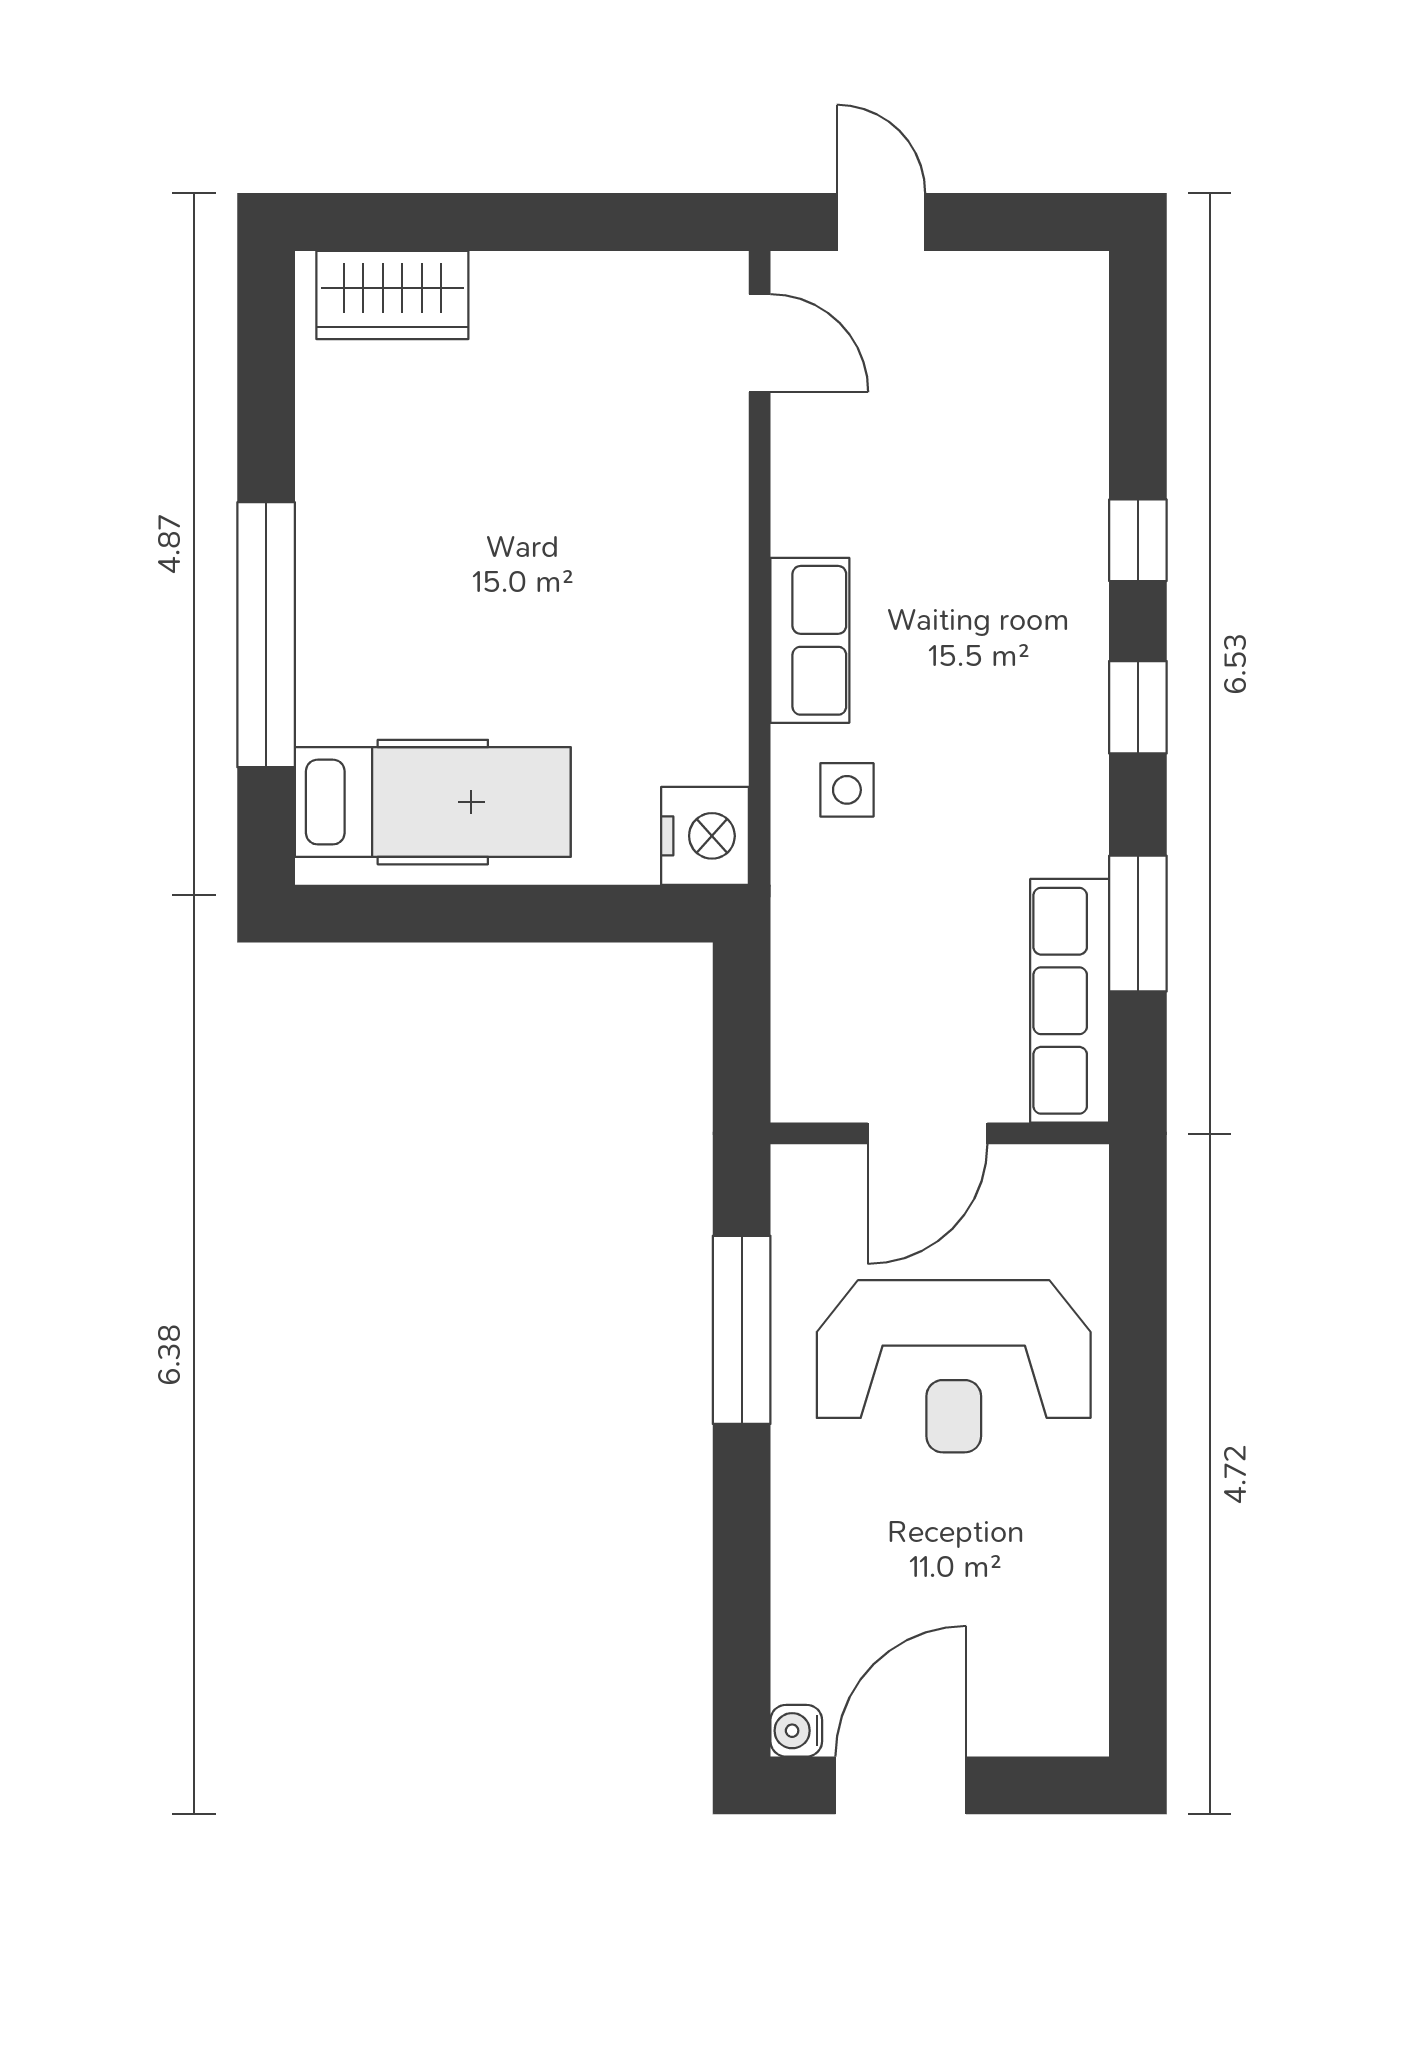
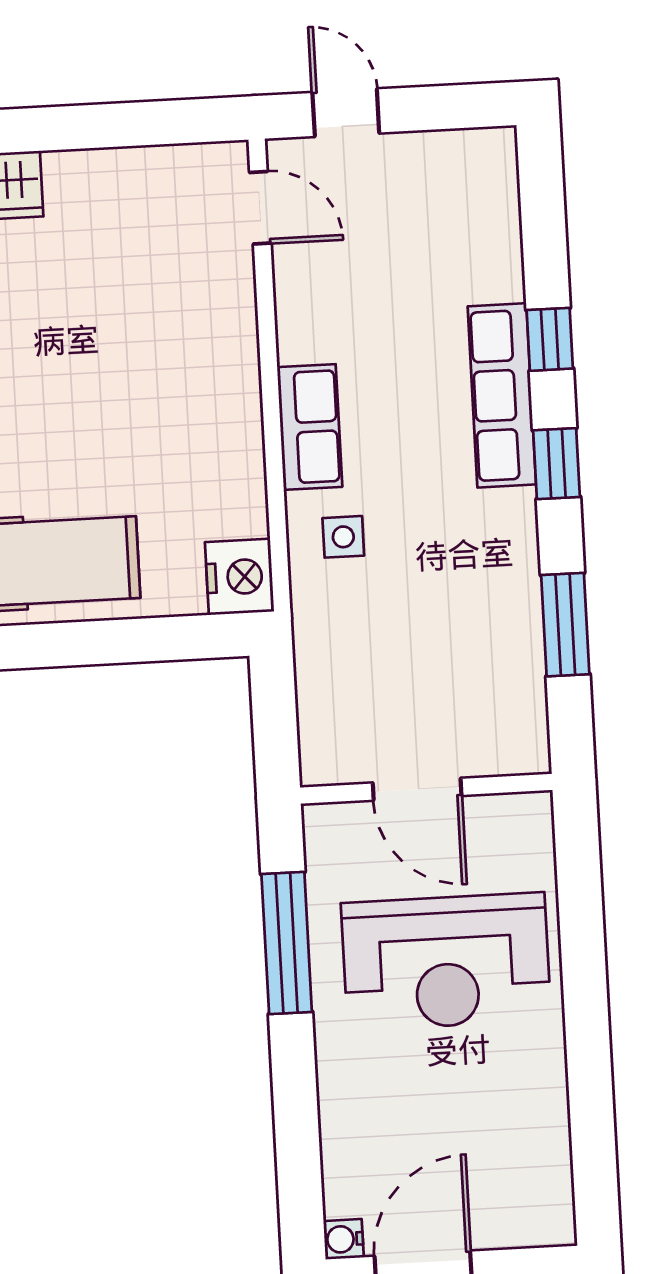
row of seats: (1070, 1001) -> (502, 395), moved
door: (927, 1133) -> (417, 789), hinge flipped

